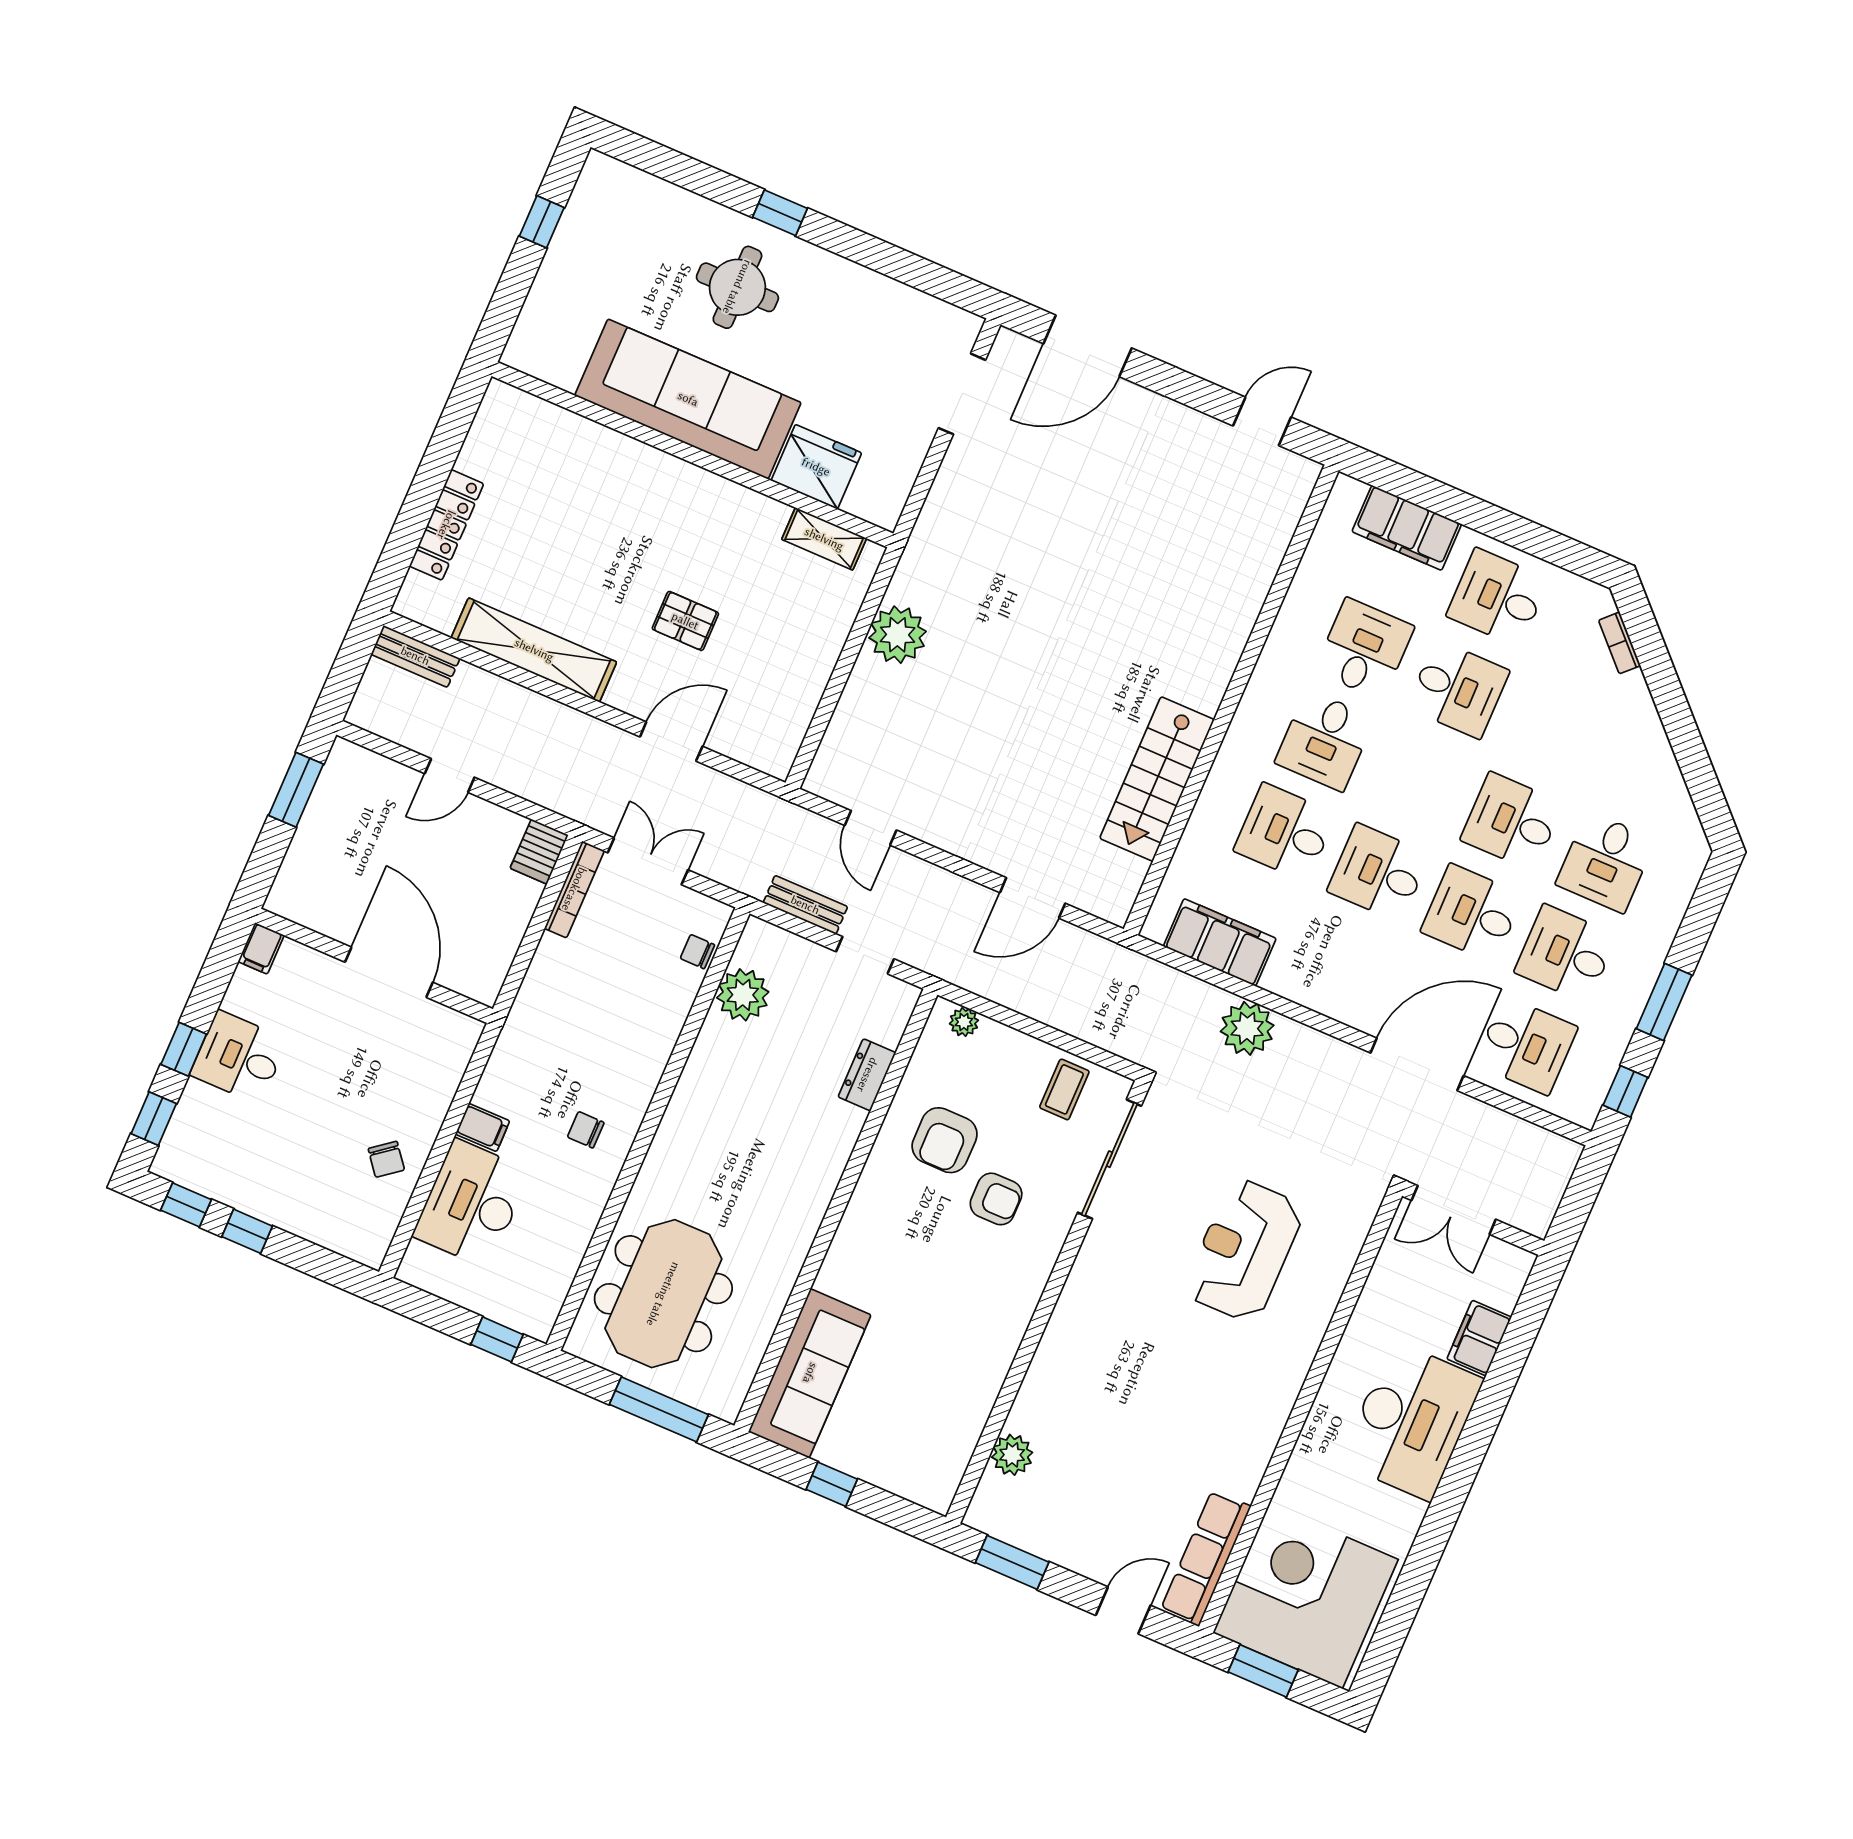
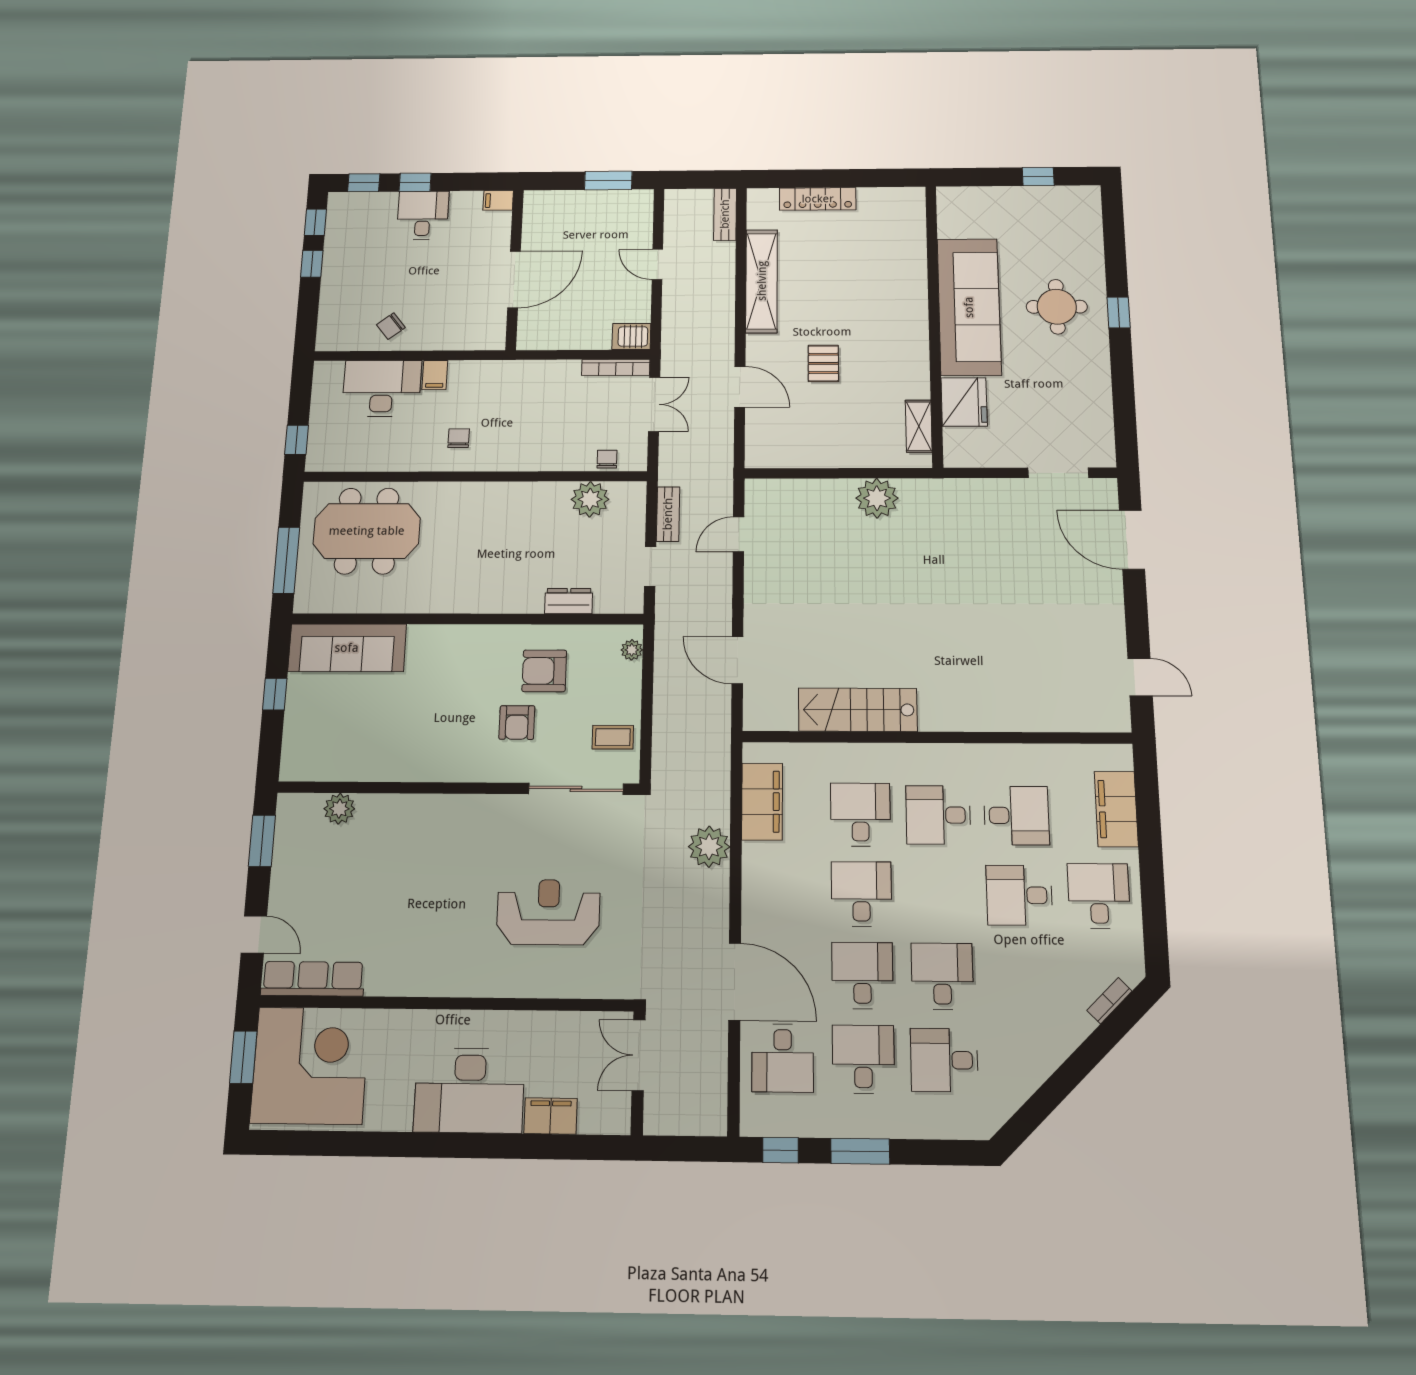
desk: (1458, 689) -> (1019, 895), turned 90

